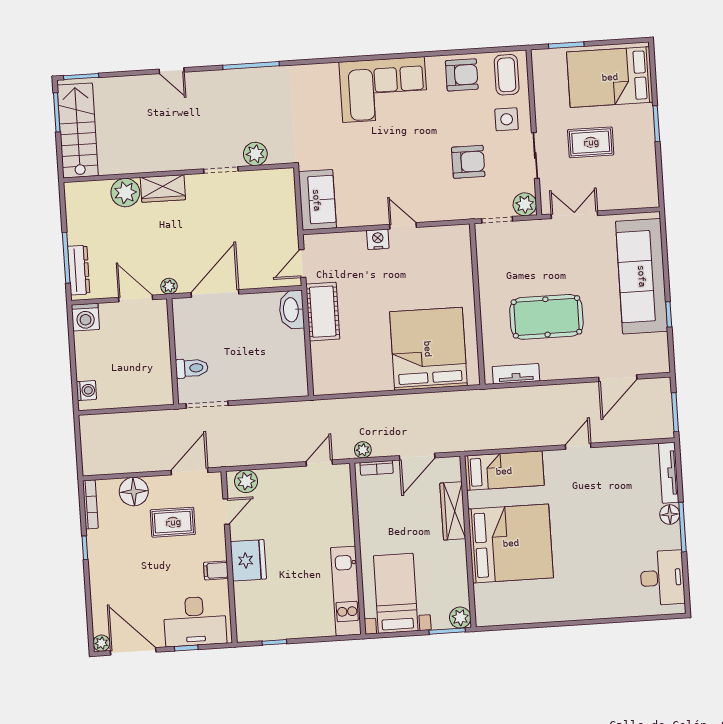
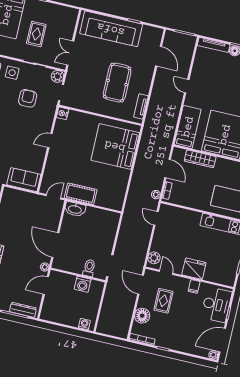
nightstand: (378, 239) -> (63, 113), moved
door: (302, 264) -> (53, 197), swing flipped
washing machine: (85, 317) -> (83, 284), moved, turned 90

